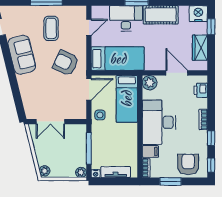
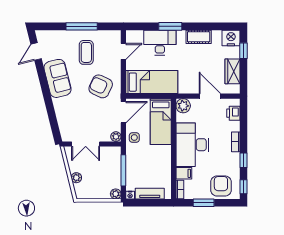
cot: (161, 15) -> (199, 37), width x0.73, depth x0.75
plant: (81, 114) -> (116, 137), added
plant: (45, 171) -> (76, 178), moved

